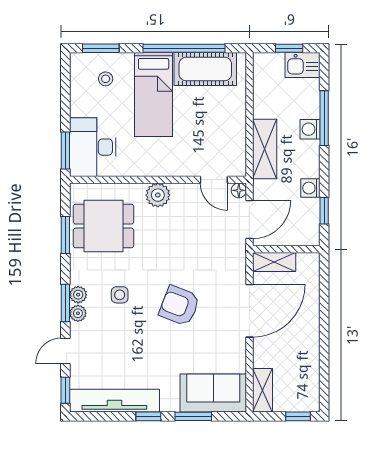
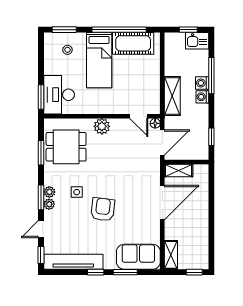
washing machine: (310, 188) -> (202, 97), moved
armchair: (179, 306) -> (103, 209), moved, turned 76

